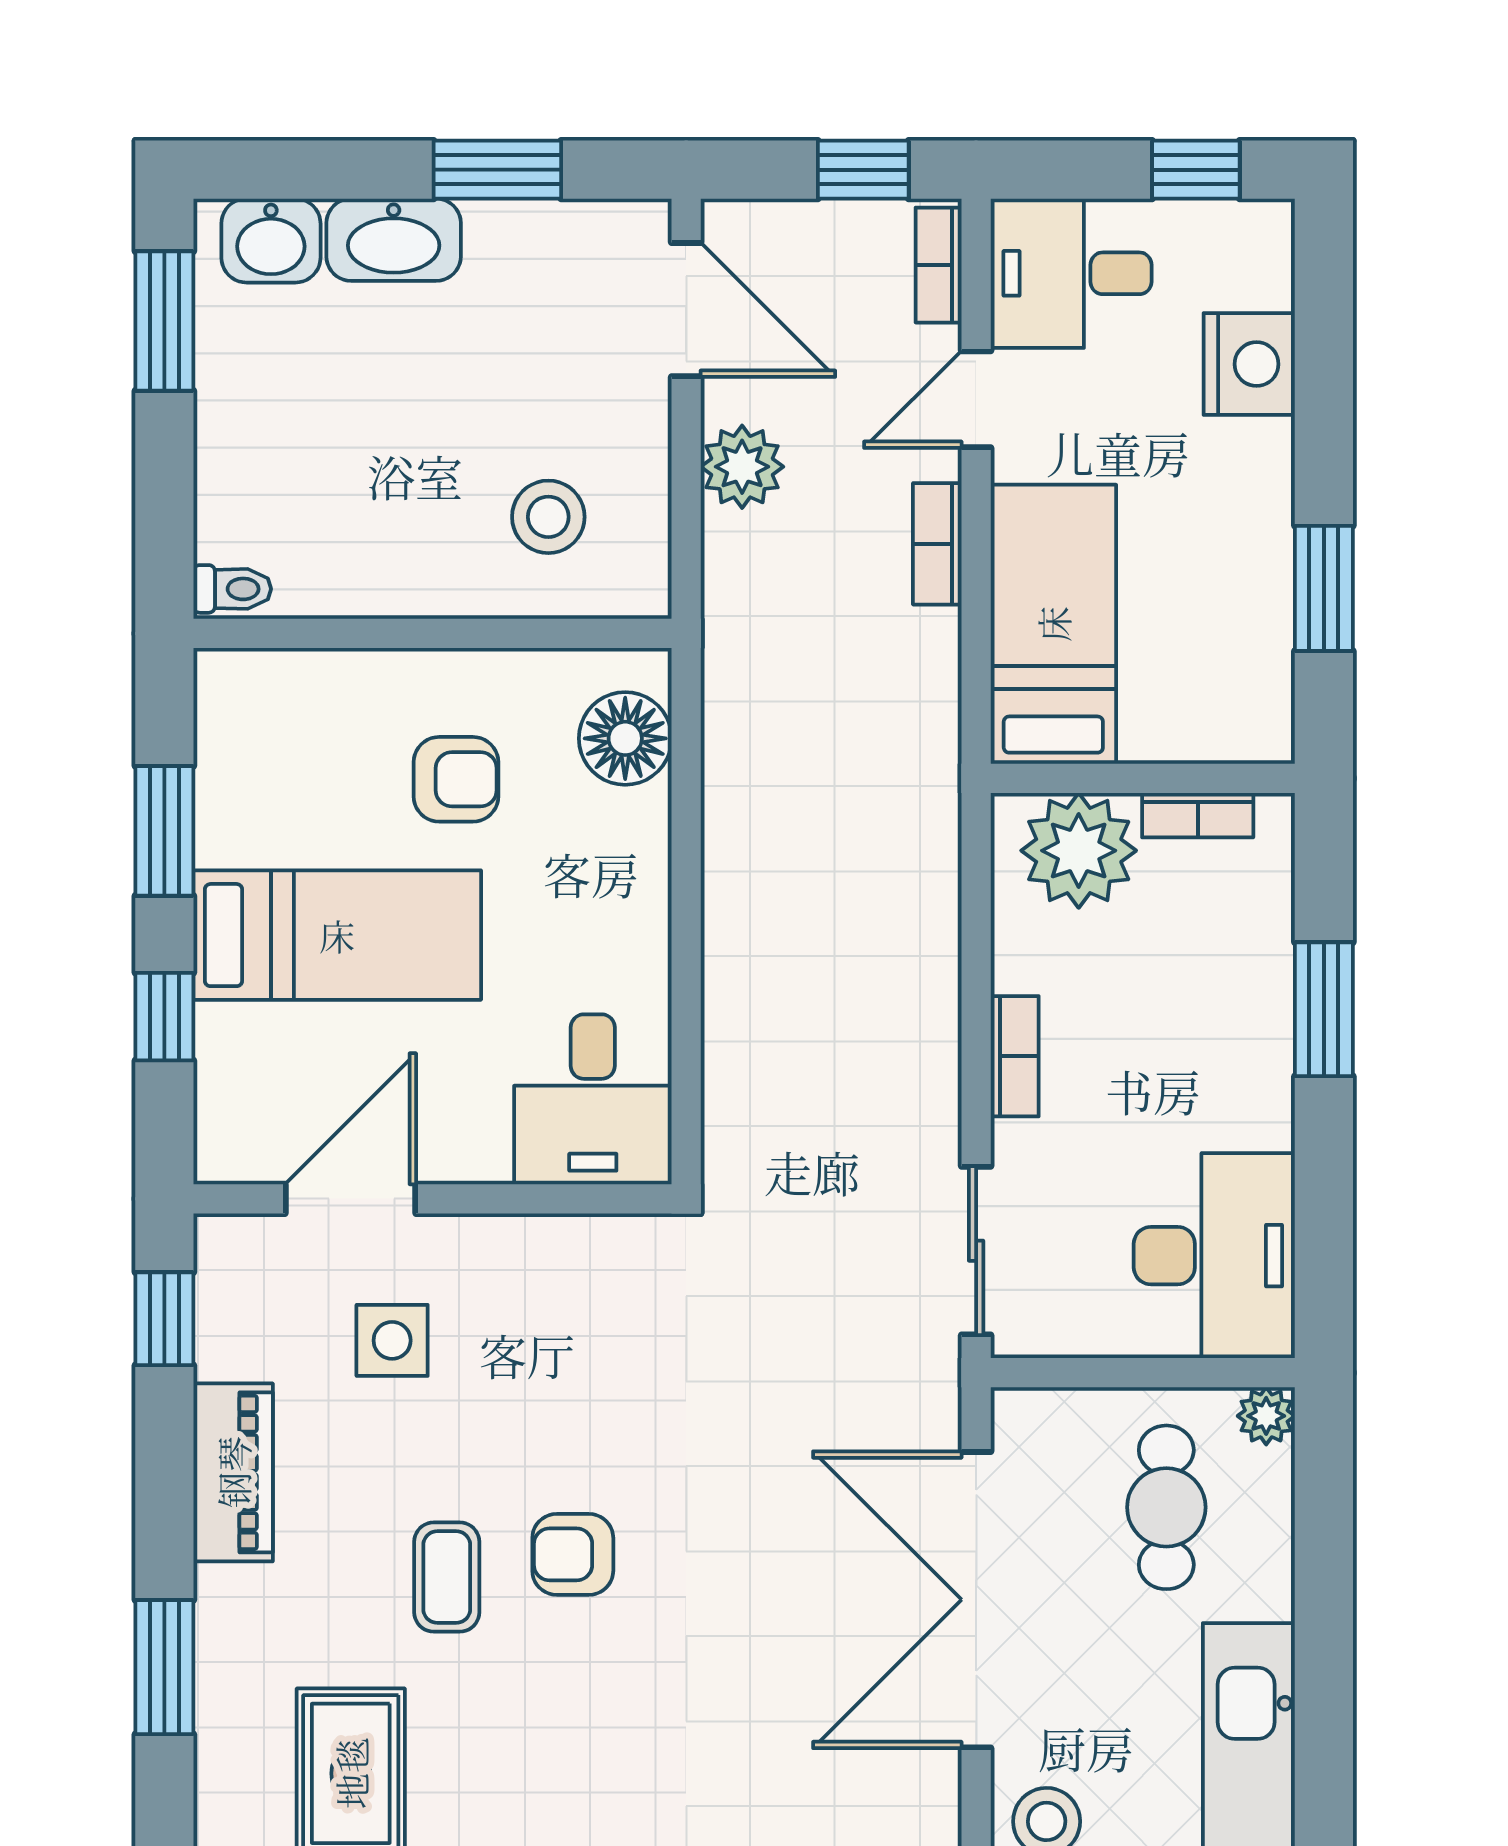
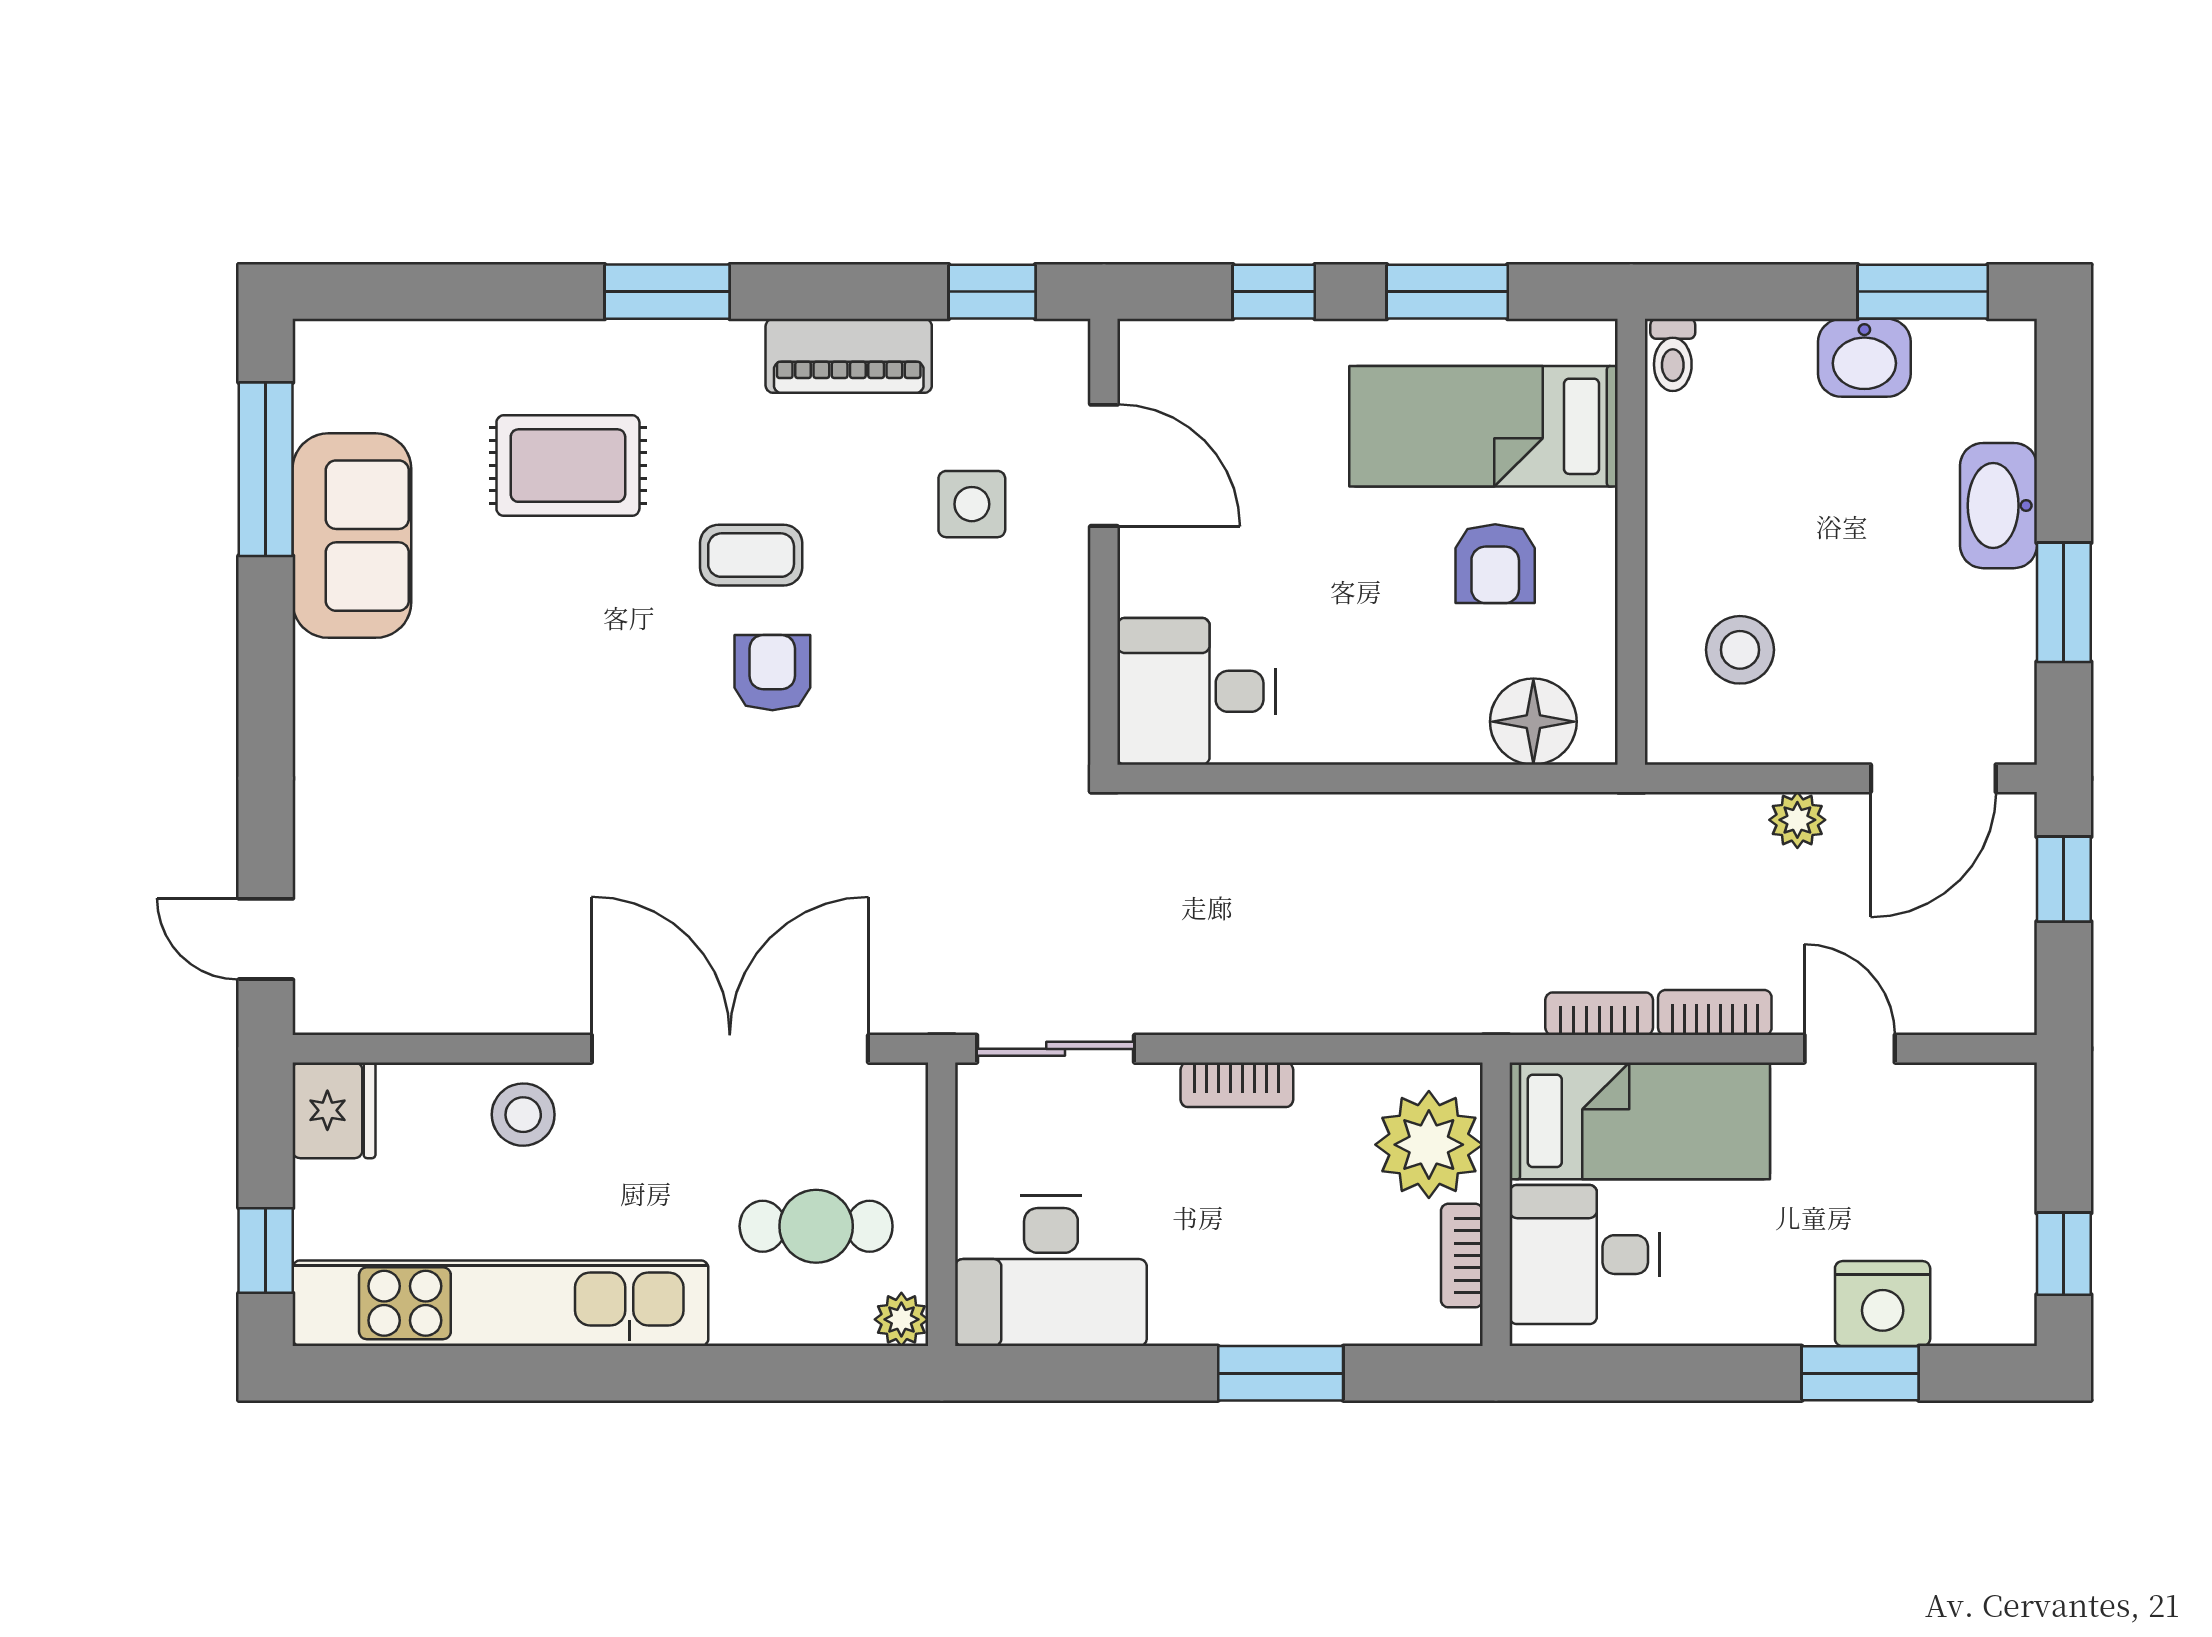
window: (863, 170) -> (2064, 879), moved
washbasin: (271, 241) -> (1864, 358), moved, turned -90
bookcase: (939, 265) -> (1599, 1014), moved
desk: (1071, 273) -> (1585, 1255), moved, turned -90
plant: (742, 467) -> (1797, 820), width x0.73, depth x0.73
window: (1324, 588) -> (1860, 1373), moved
bed: (337, 935) -> (1484, 426), moved, turned 90

